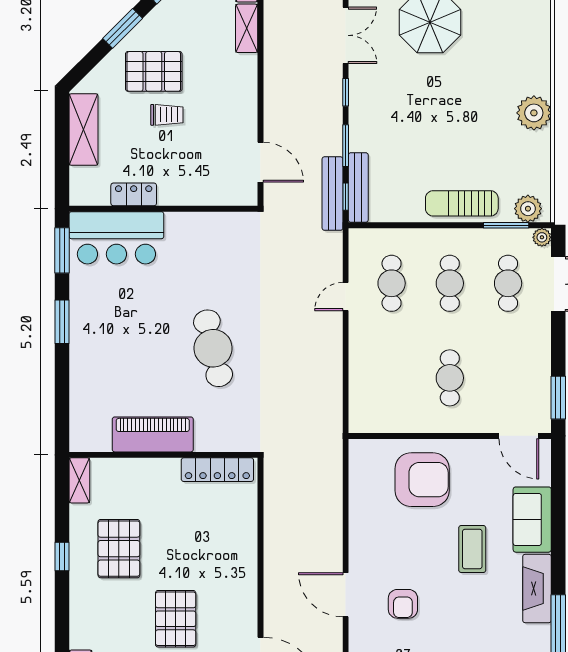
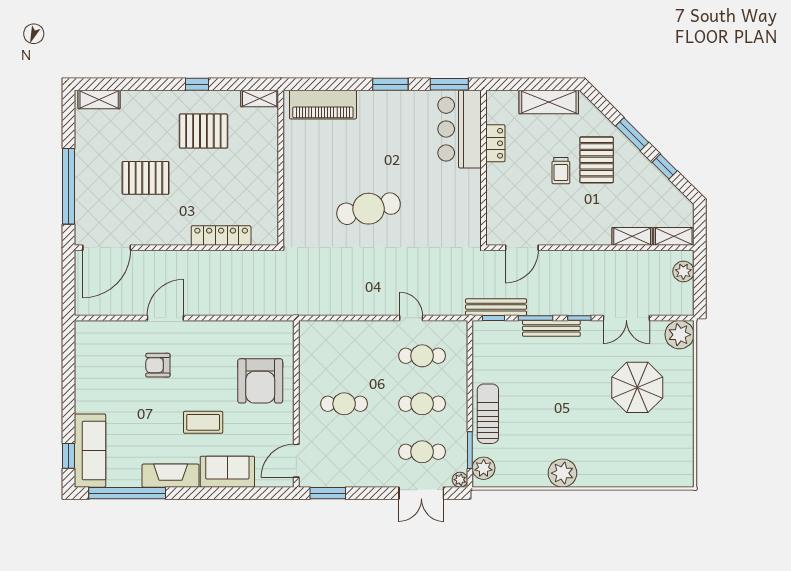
bench: (358, 187) -> (551, 328), moved
piano: (153, 434) -> (323, 105), moved, turned 90
locker: (217, 470) -> (221, 236), moved, turned 90

